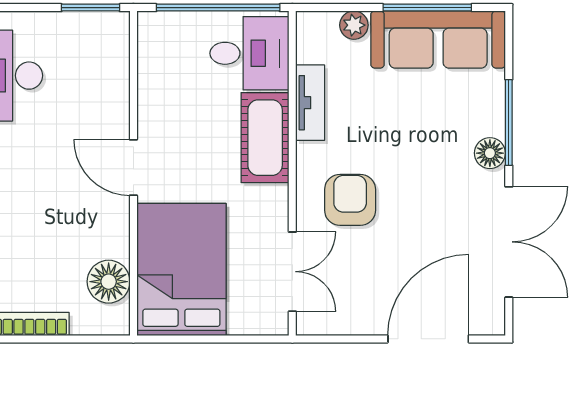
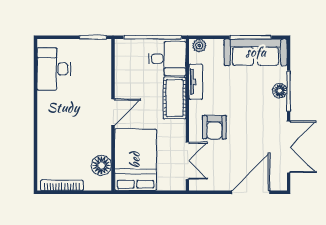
plant: (354, 25) -> (199, 45), moved
floor lamp: (490, 153) -> (280, 91), moved
door: (133, 168) -> (113, 112), swing flipped
armchair: (350, 200) -> (214, 127), turned 180

